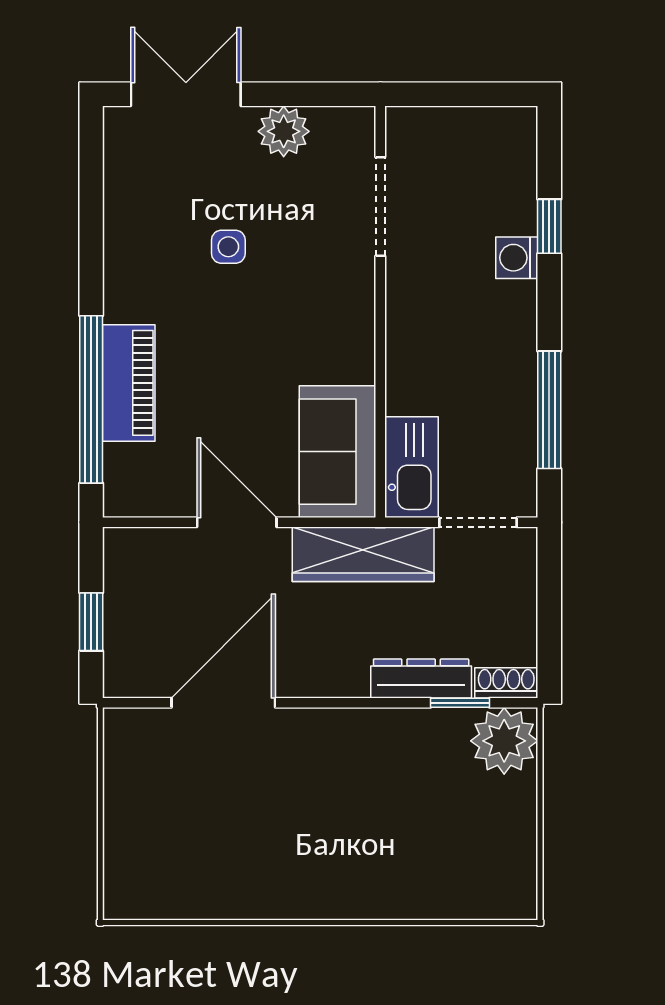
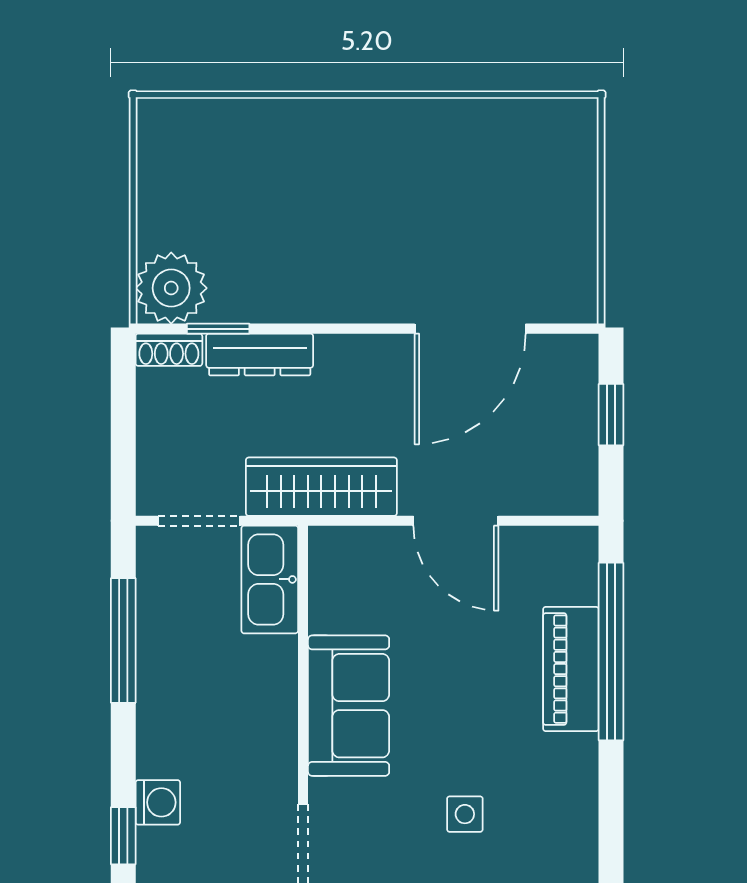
sofa: (338, 452) -> (349, 706), moved

